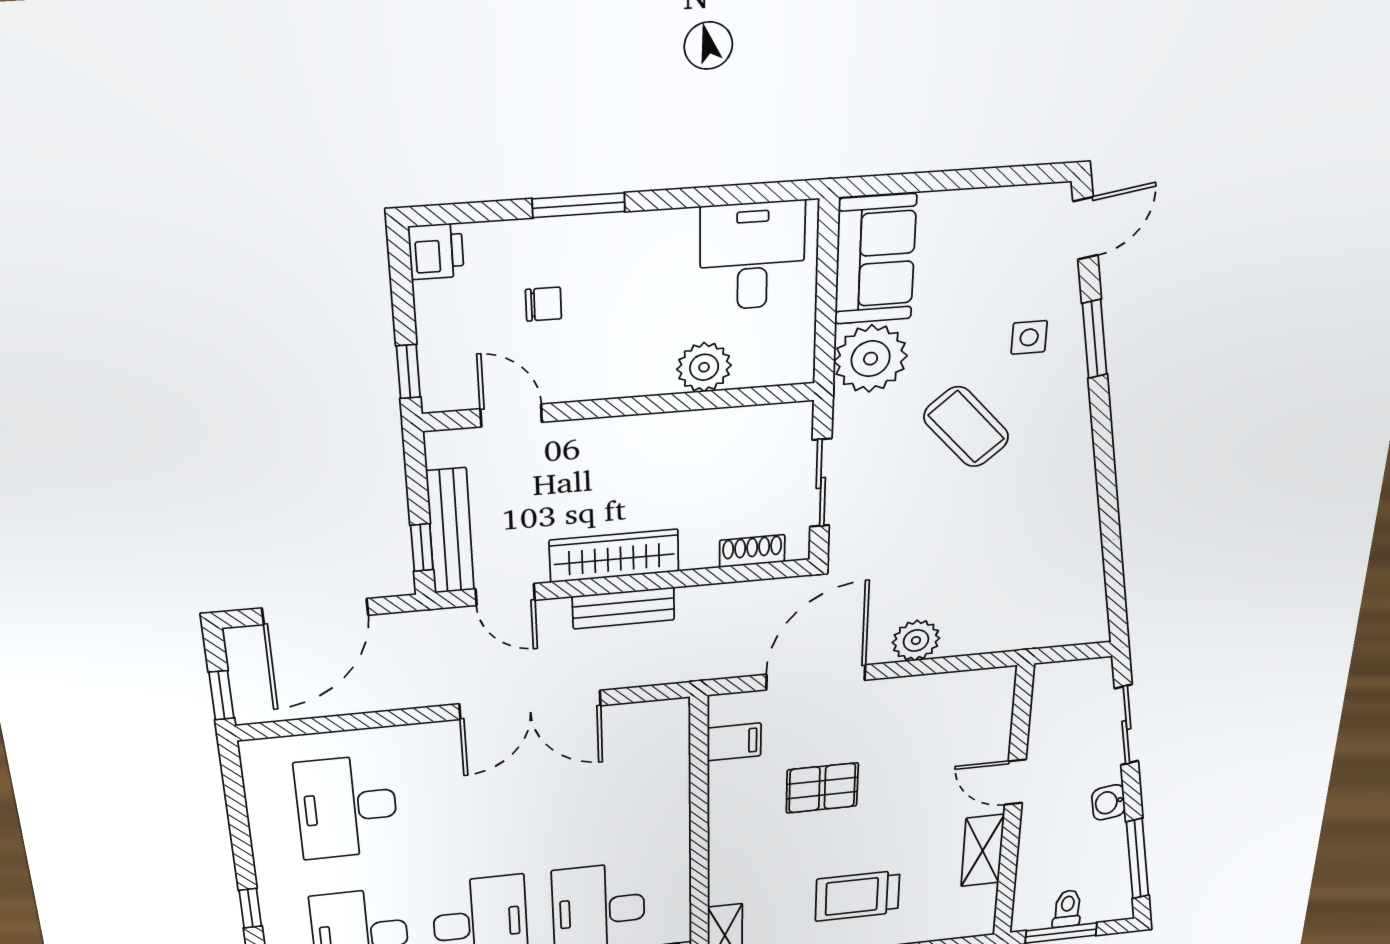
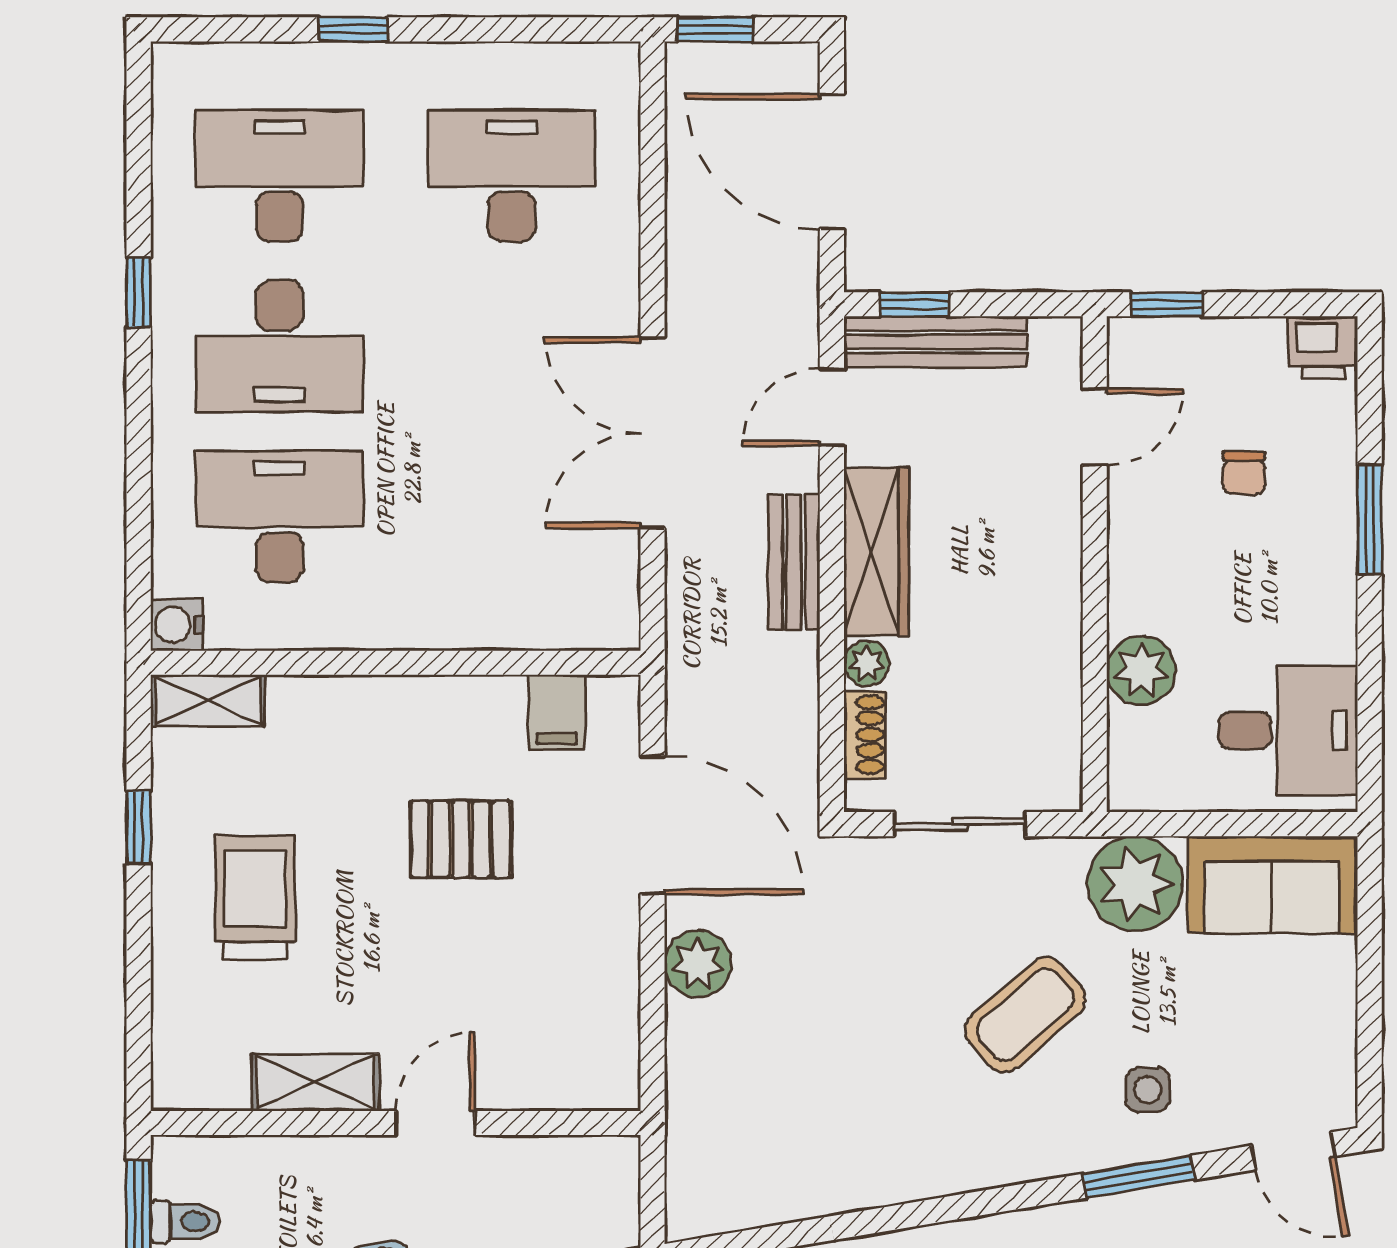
plant: (699, 555) -> (867, 663), added
pallet: (822, 788) -> (461, 839), turned 90

